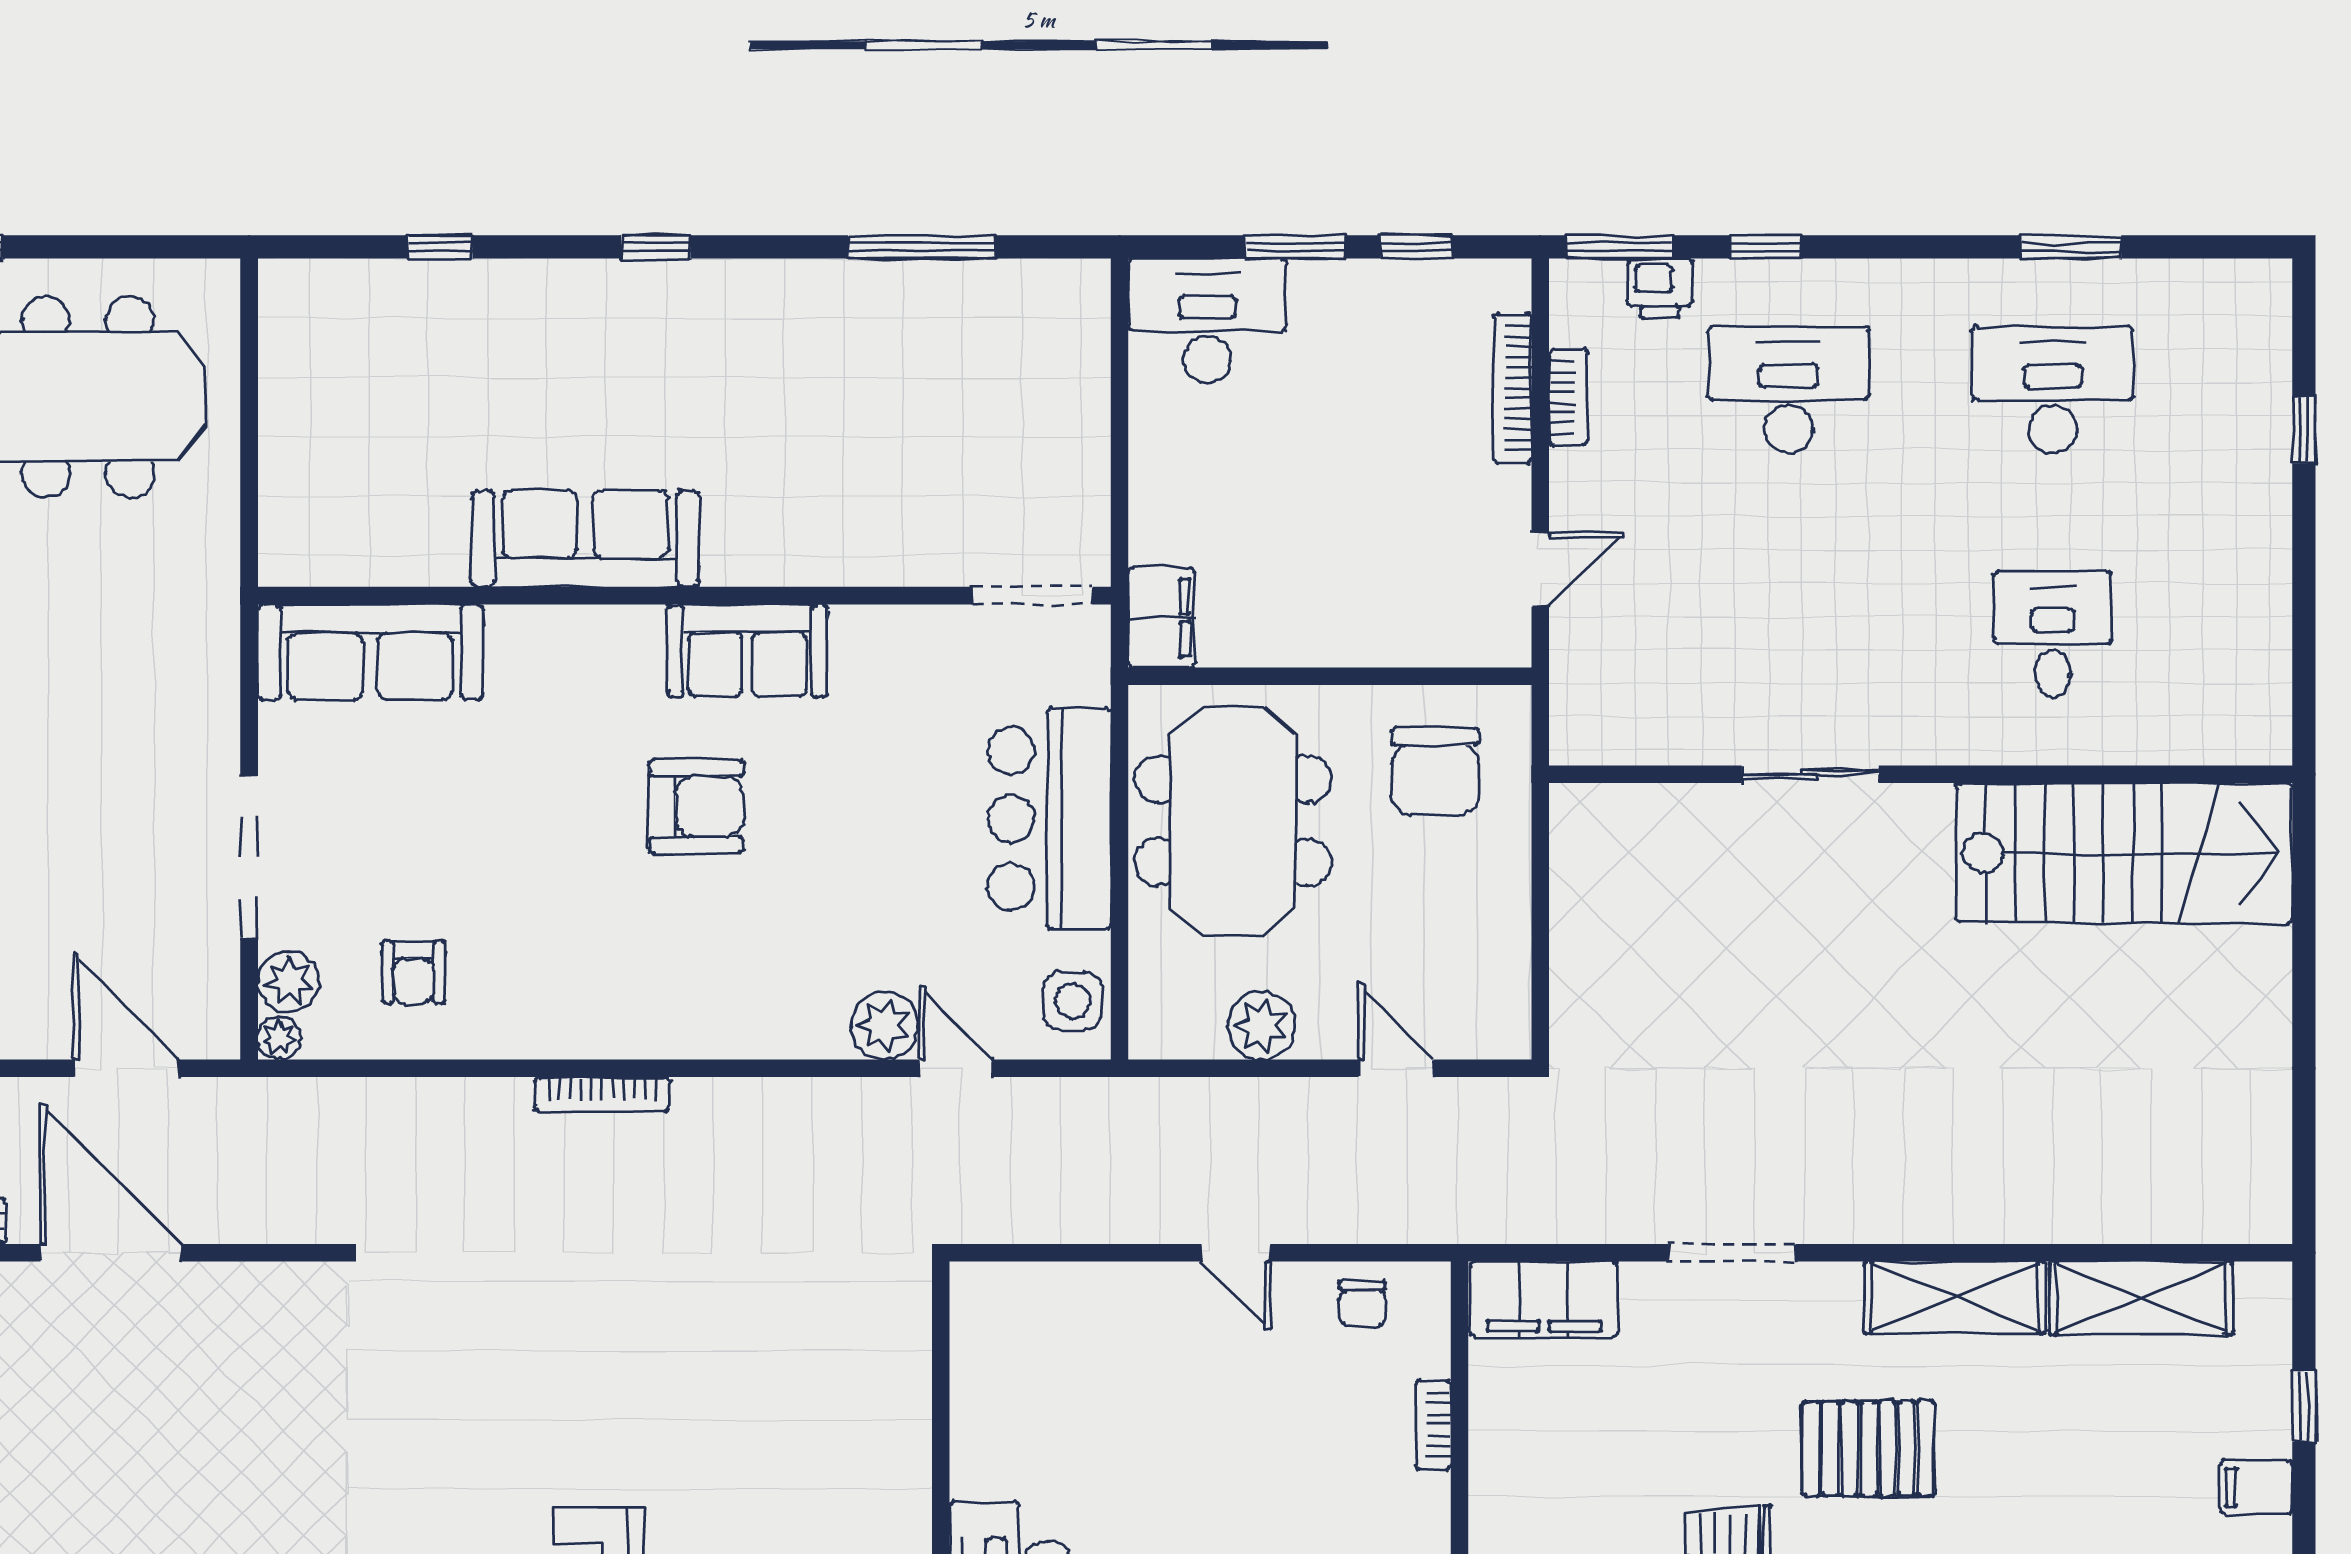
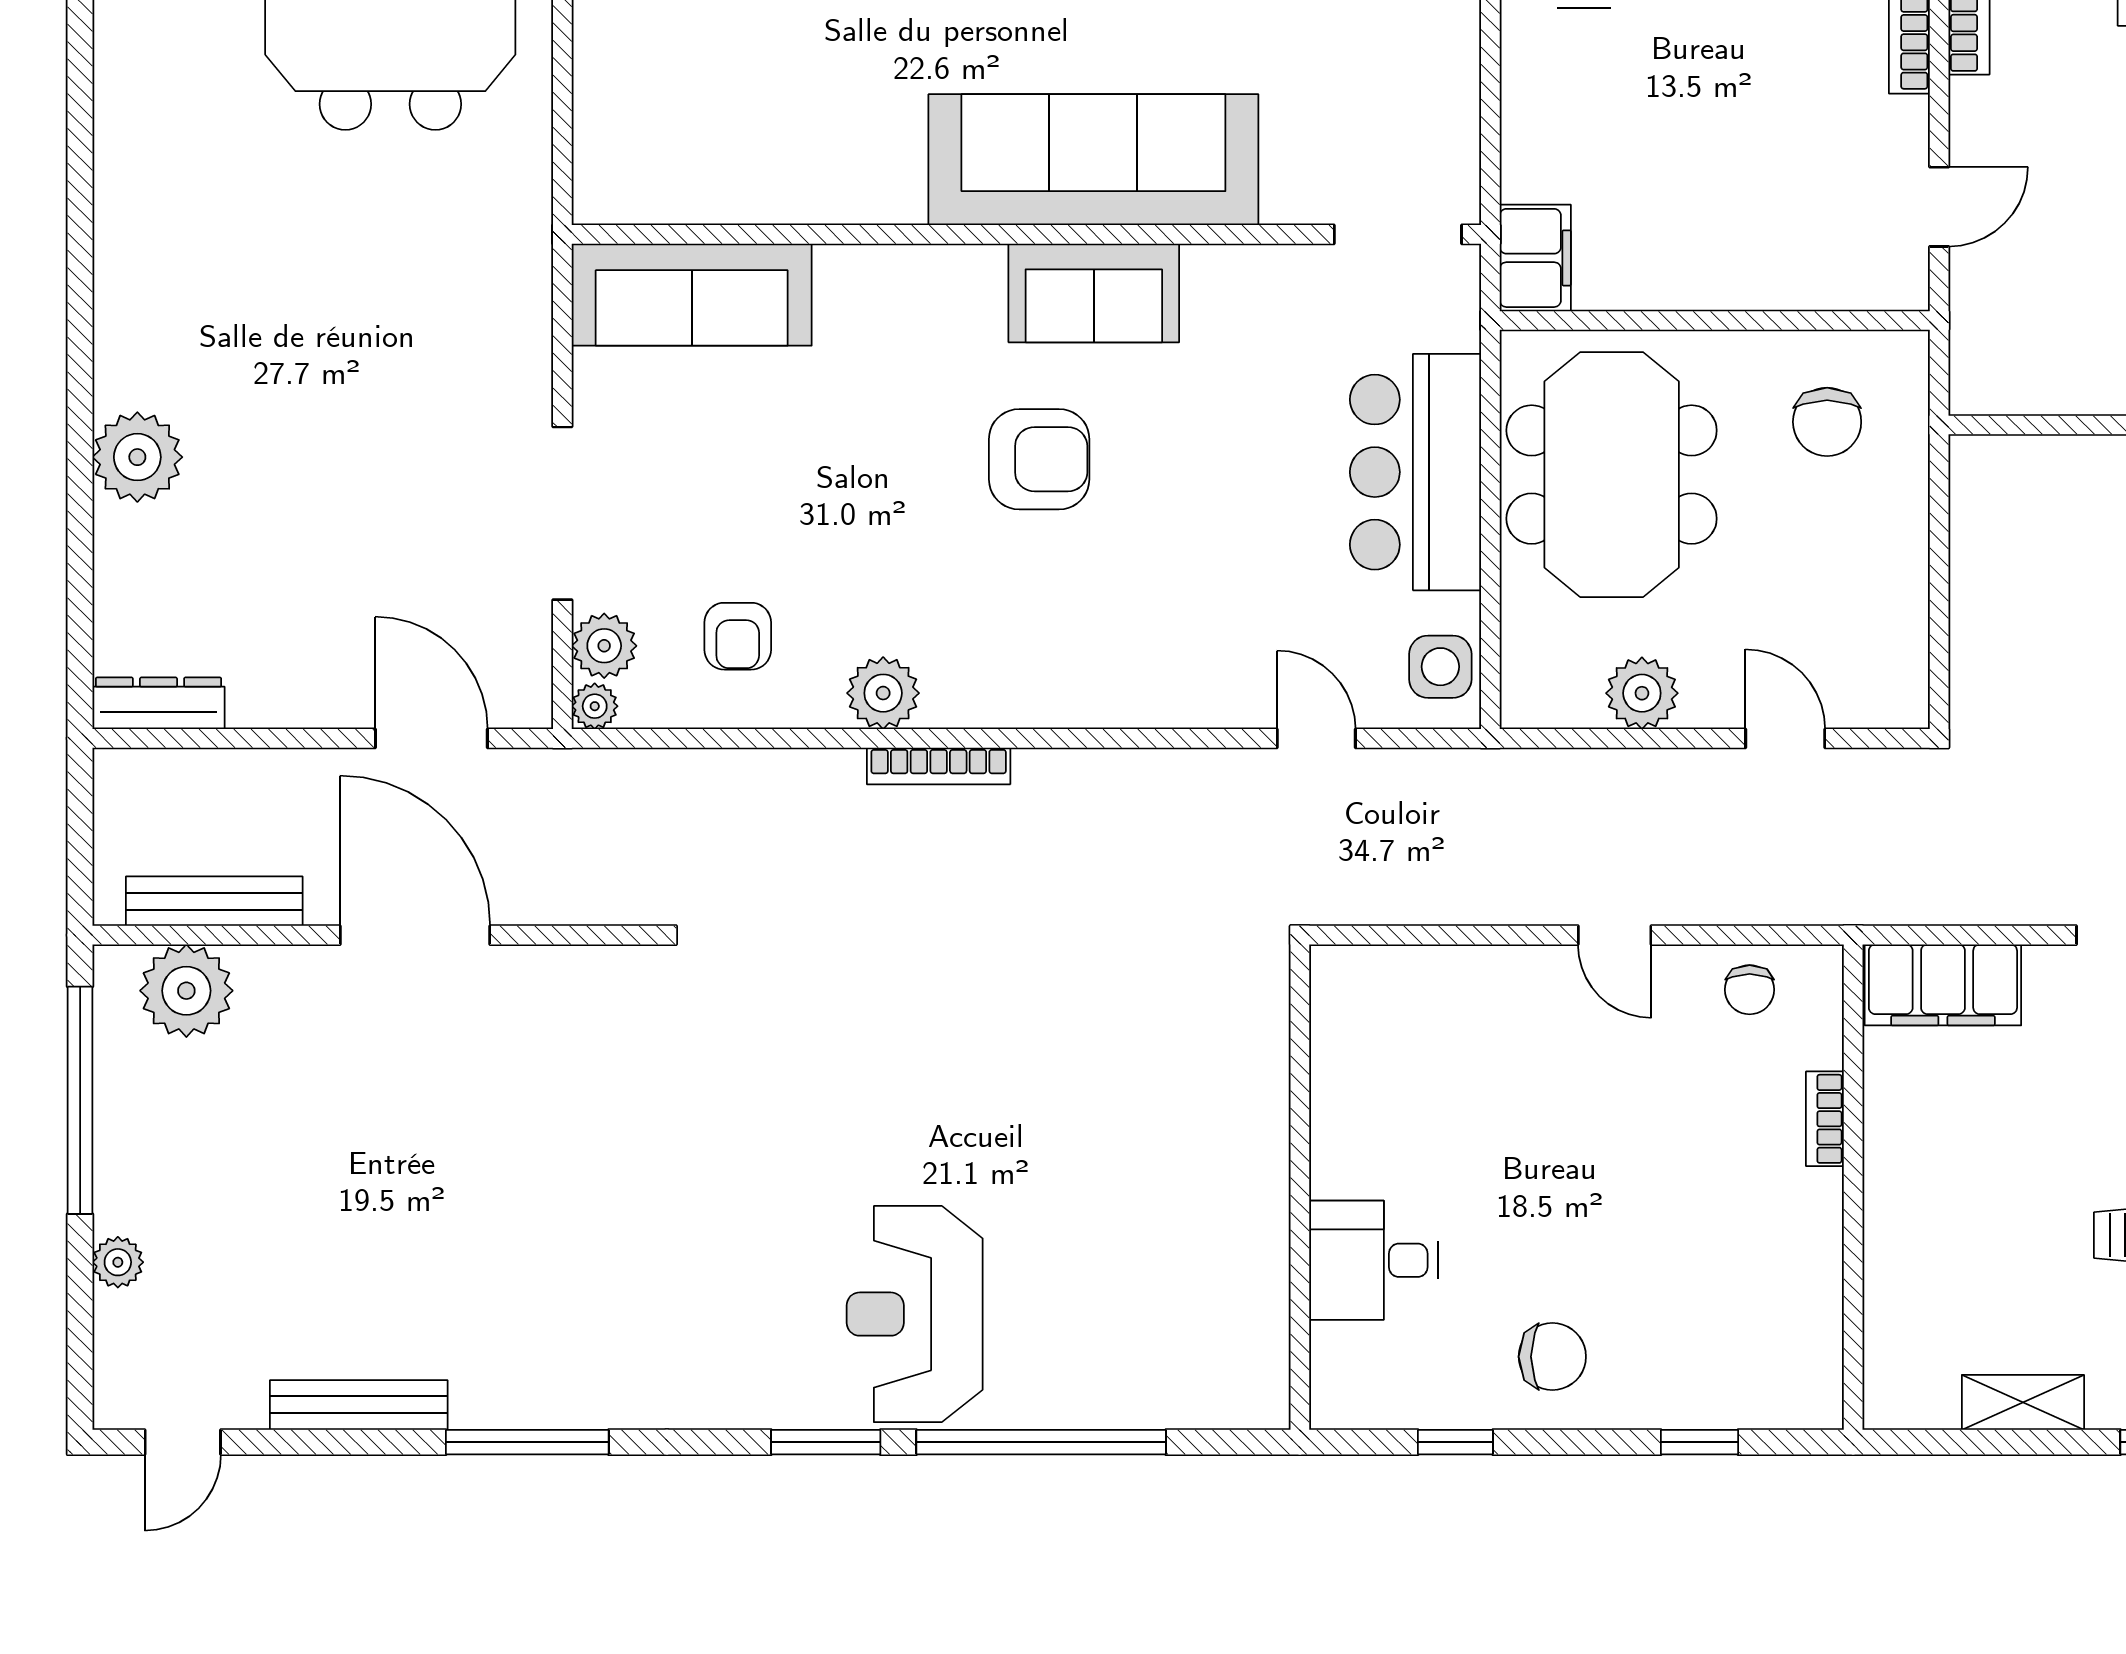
sofa: (585, 539) -> (1093, 160), moved, width x1.36, depth x1.27
chair: (1435, 771) -> (1827, 422), width x0.73, depth x0.73
plant: (884, 1026) -> (883, 693), moved

